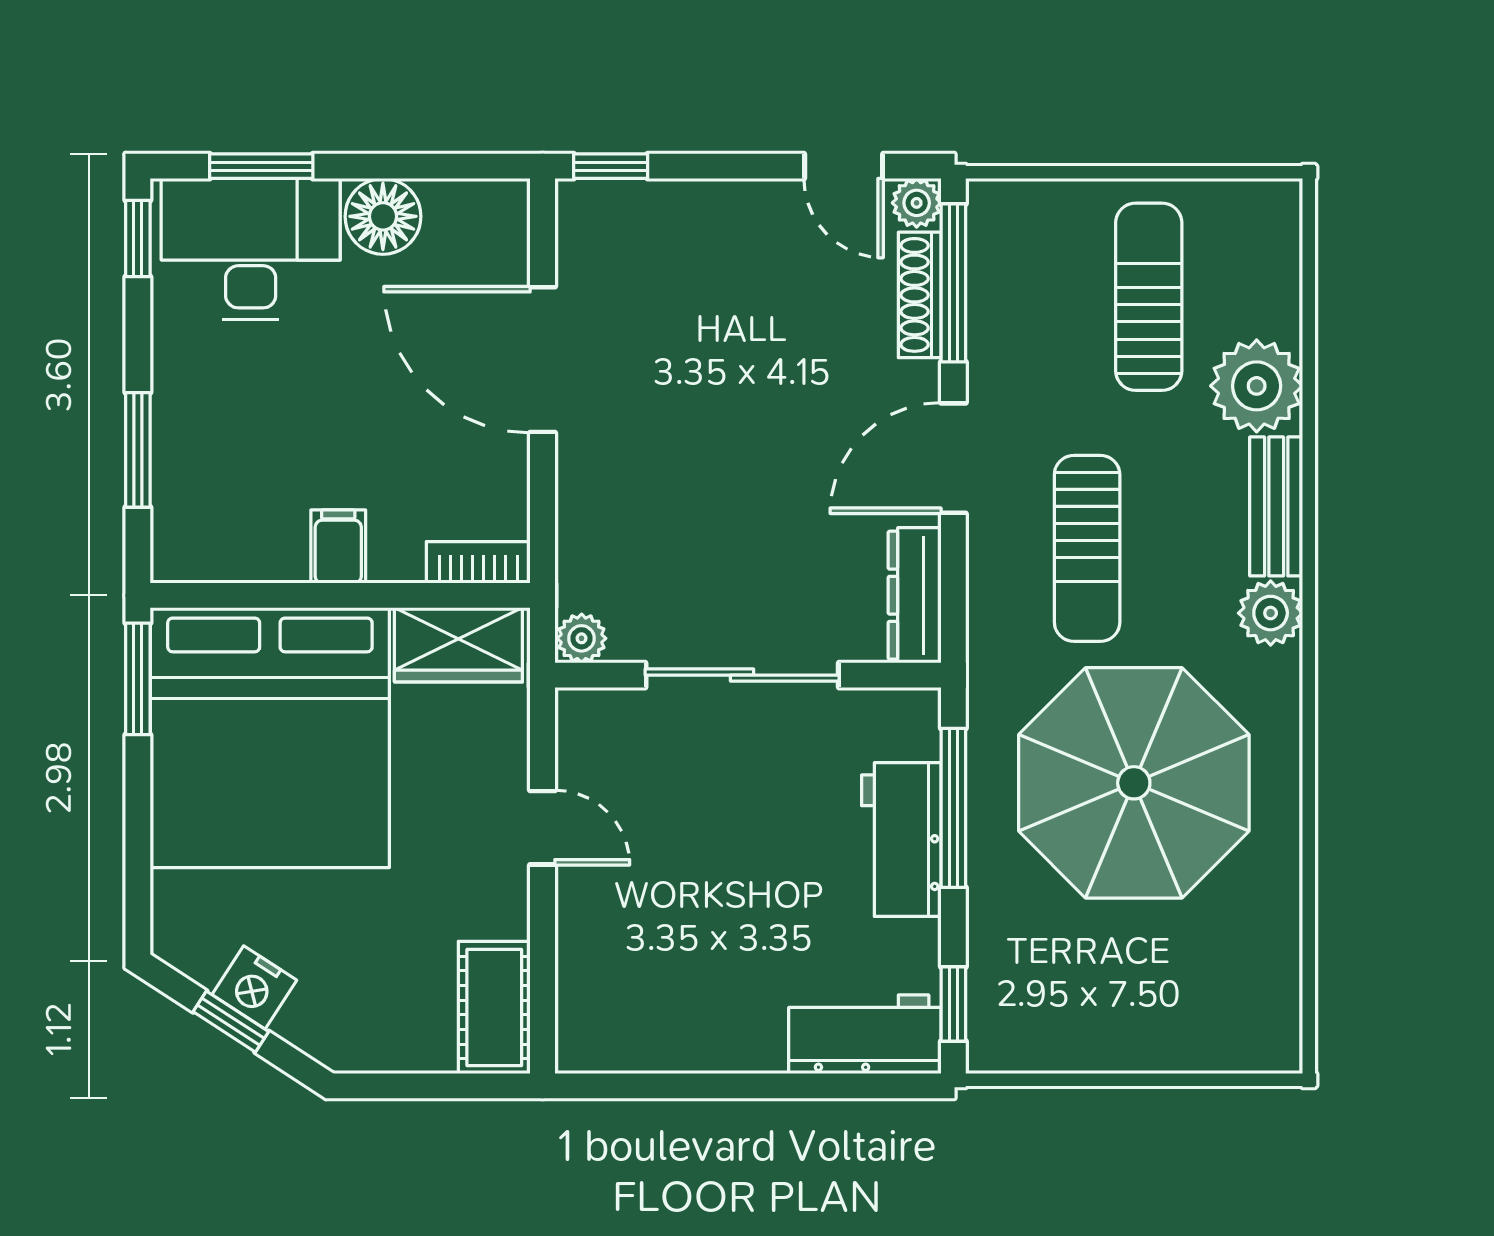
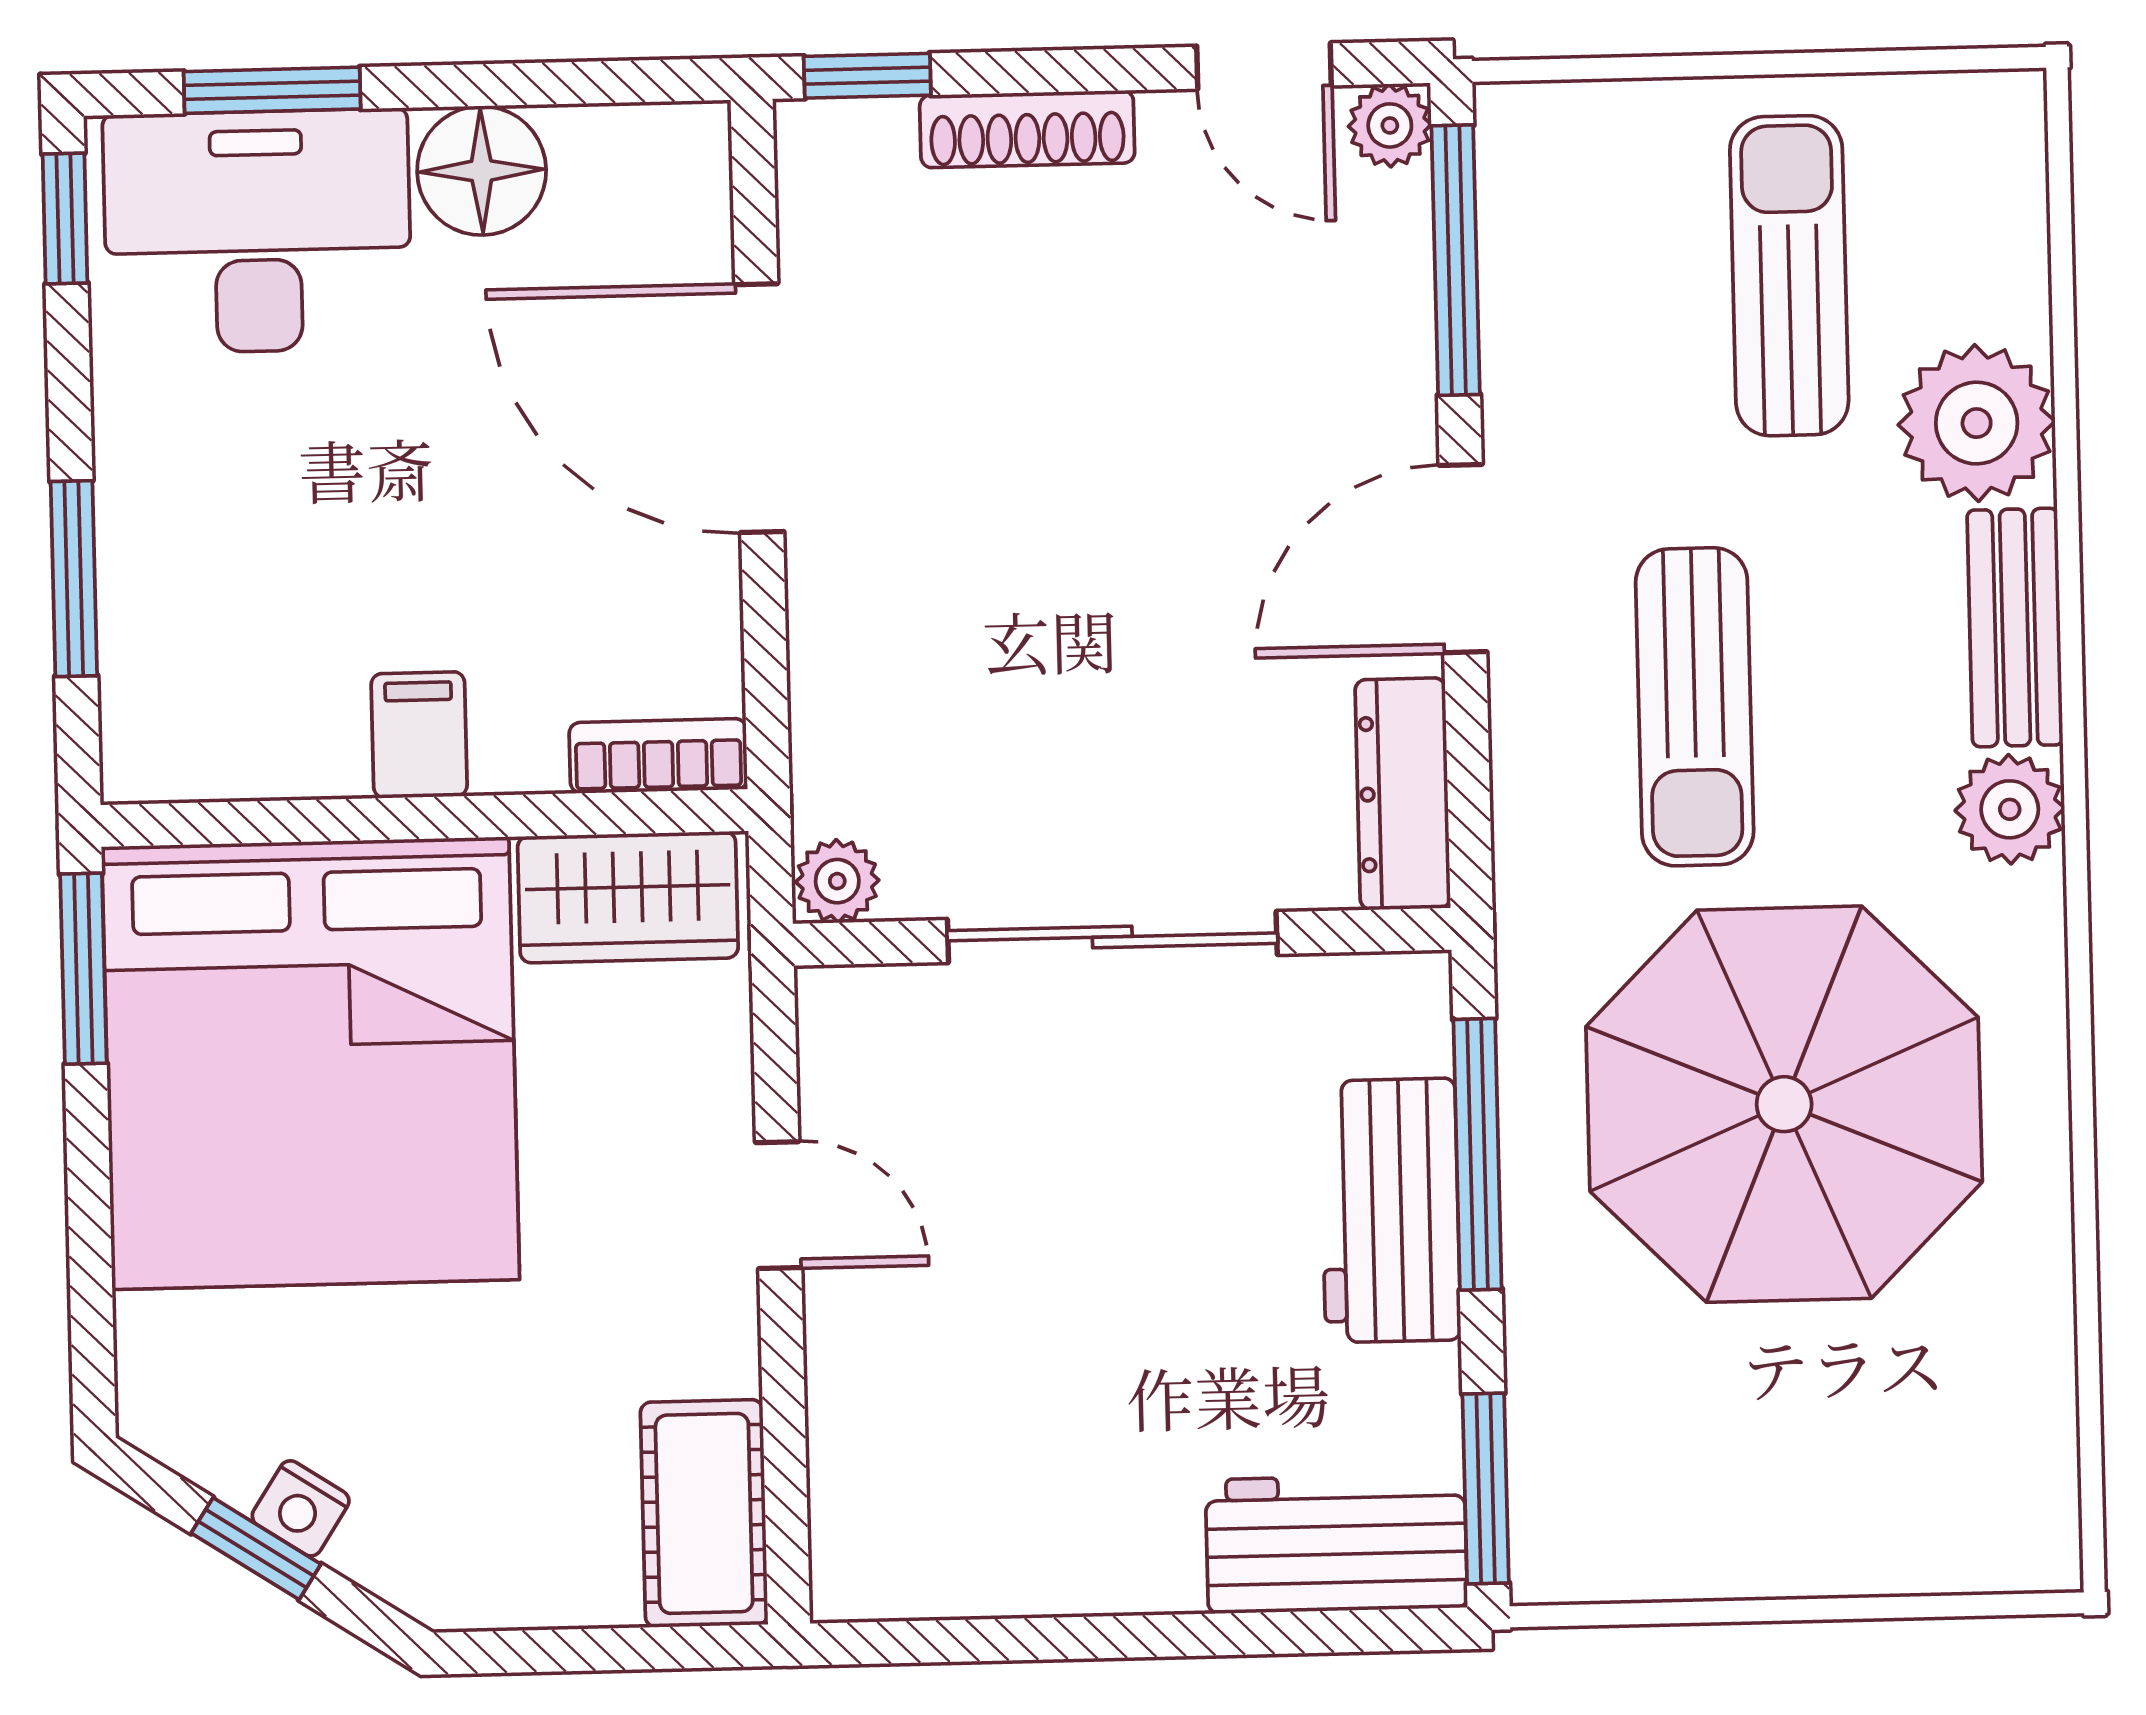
shoe rack: (920, 295) -> (1027, 129), moved, turned -90
nightstand: (254, 987) -> (301, 1508), width x0.72, depth x0.74
window: (953, 1004) -> (1486, 1488), width x1.50

